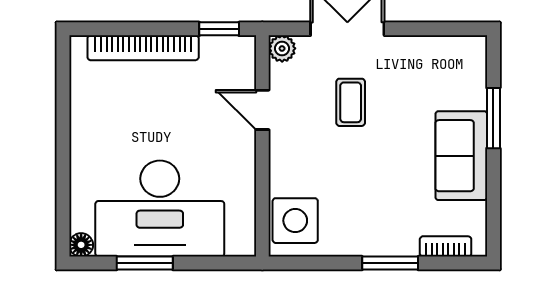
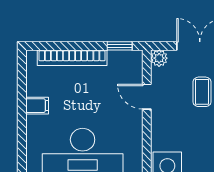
filing cabinet: (87, 124) -> (37, 106), added

